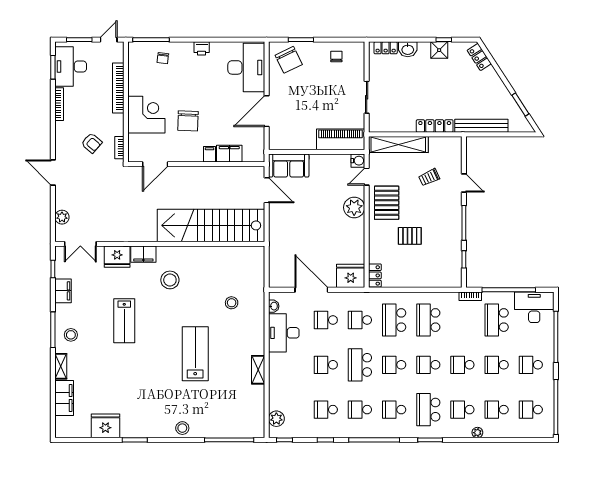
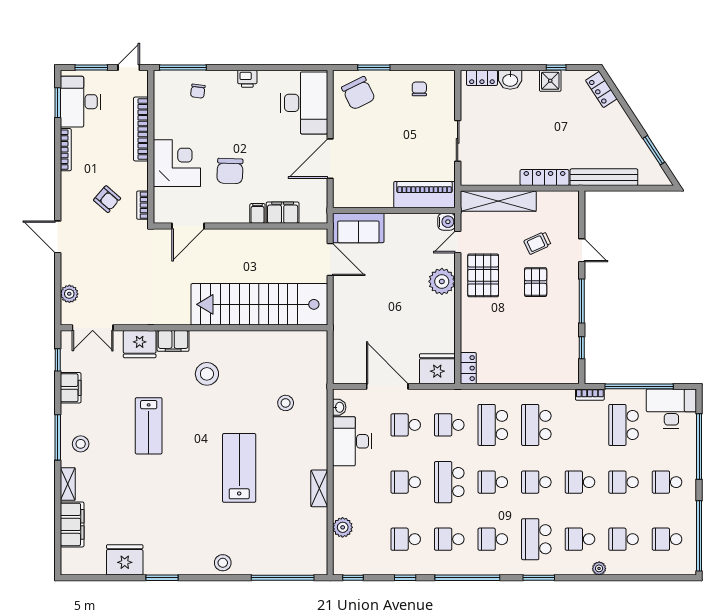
pallet: (410, 236) -> (536, 282), moved, turned 90
plant: (276, 419) -> (343, 527), moved

